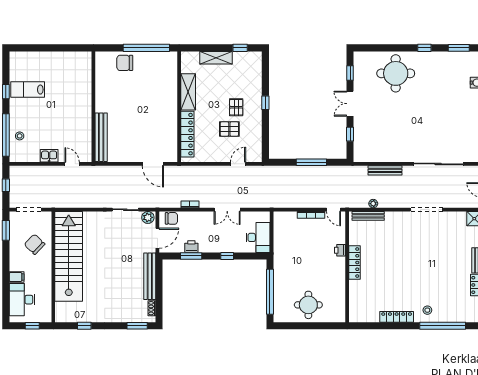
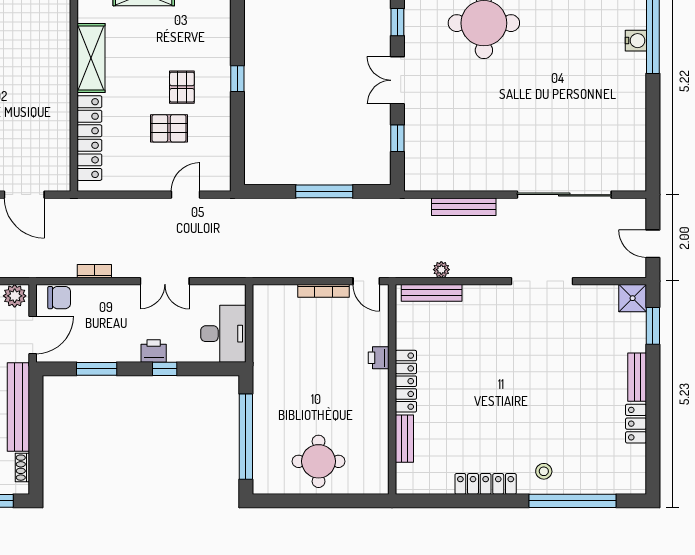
printer: (191, 247) -> (154, 351), moved
bench: (354, 293) -> (404, 439), added

